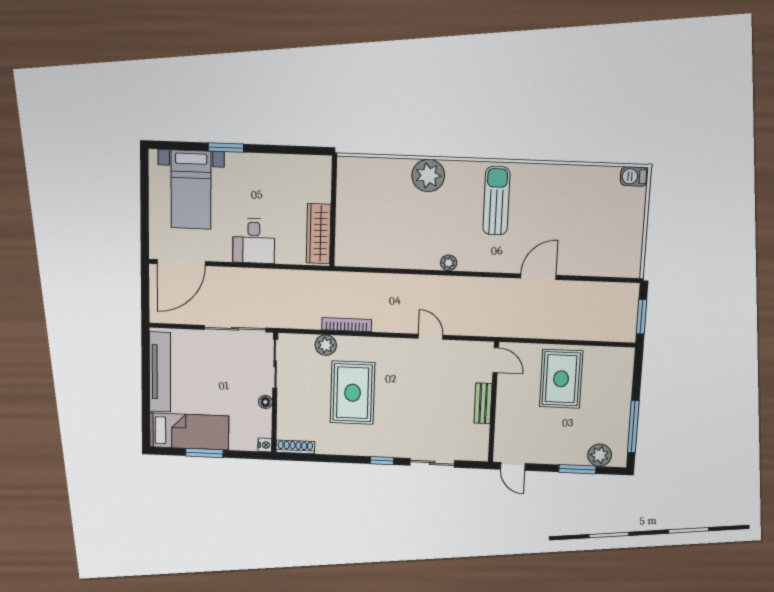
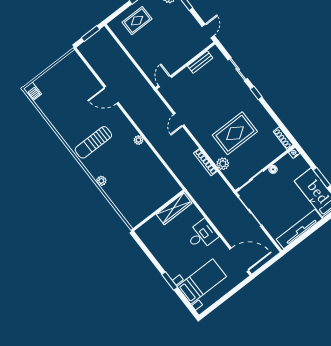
plant: (428, 176) -> (101, 181), width x0.53, depth x0.53
rug: (561, 379) -> (137, 21), moved, width x0.73, depth x0.70
bench: (483, 403) -> (200, 62), moved

